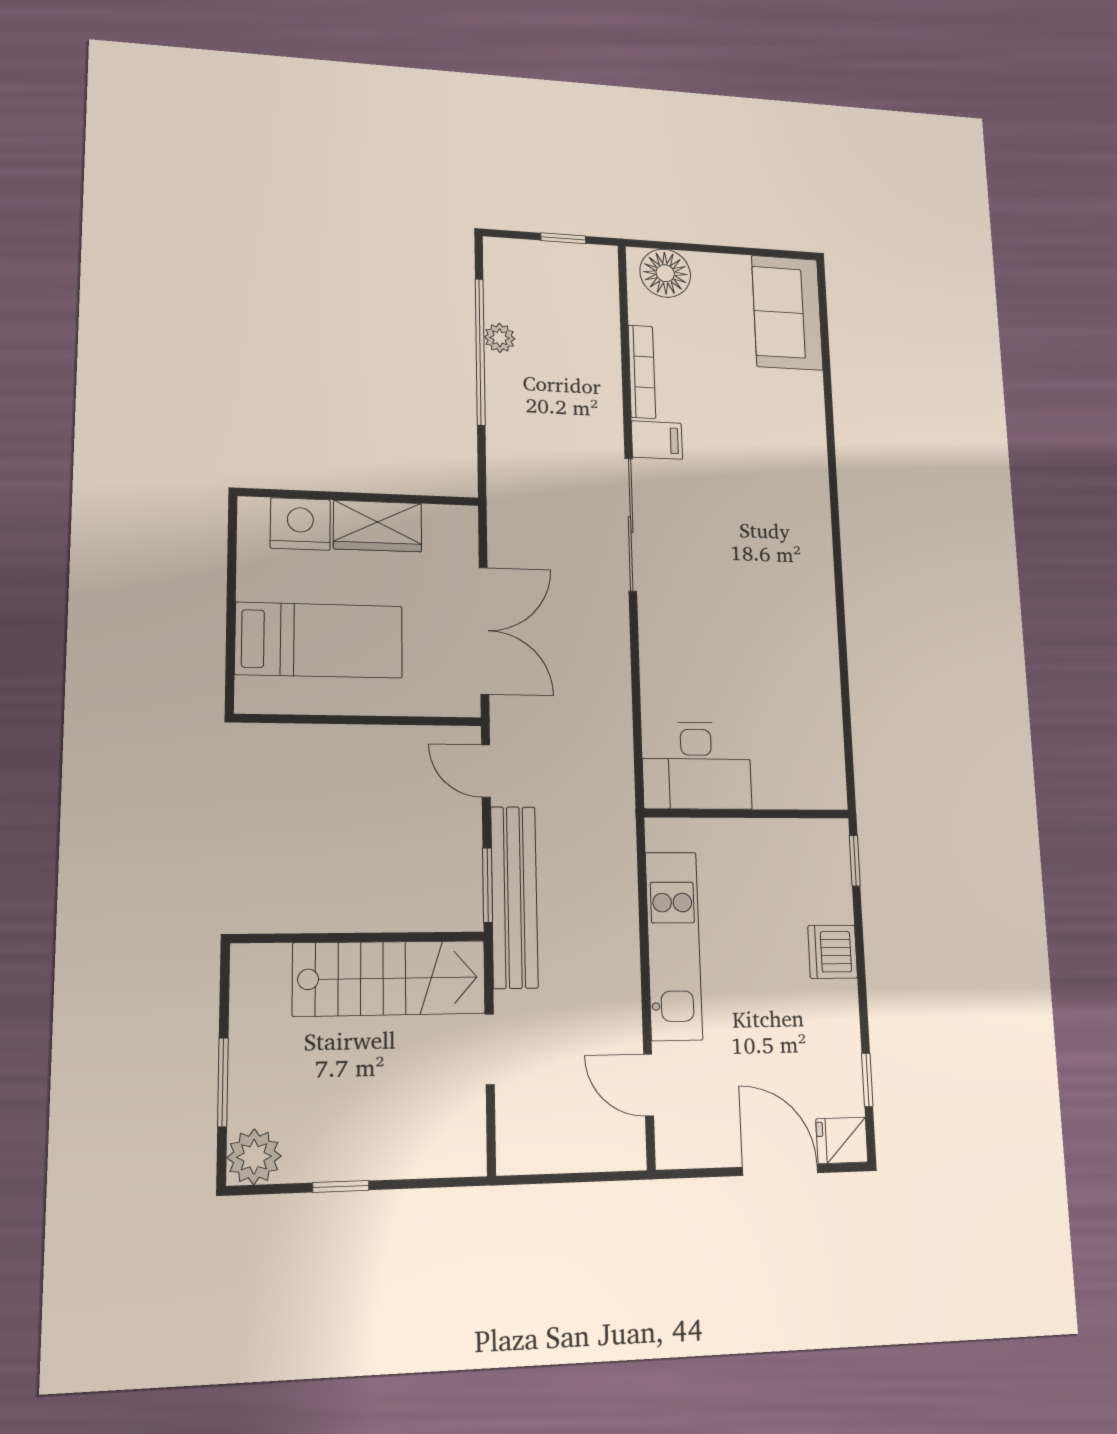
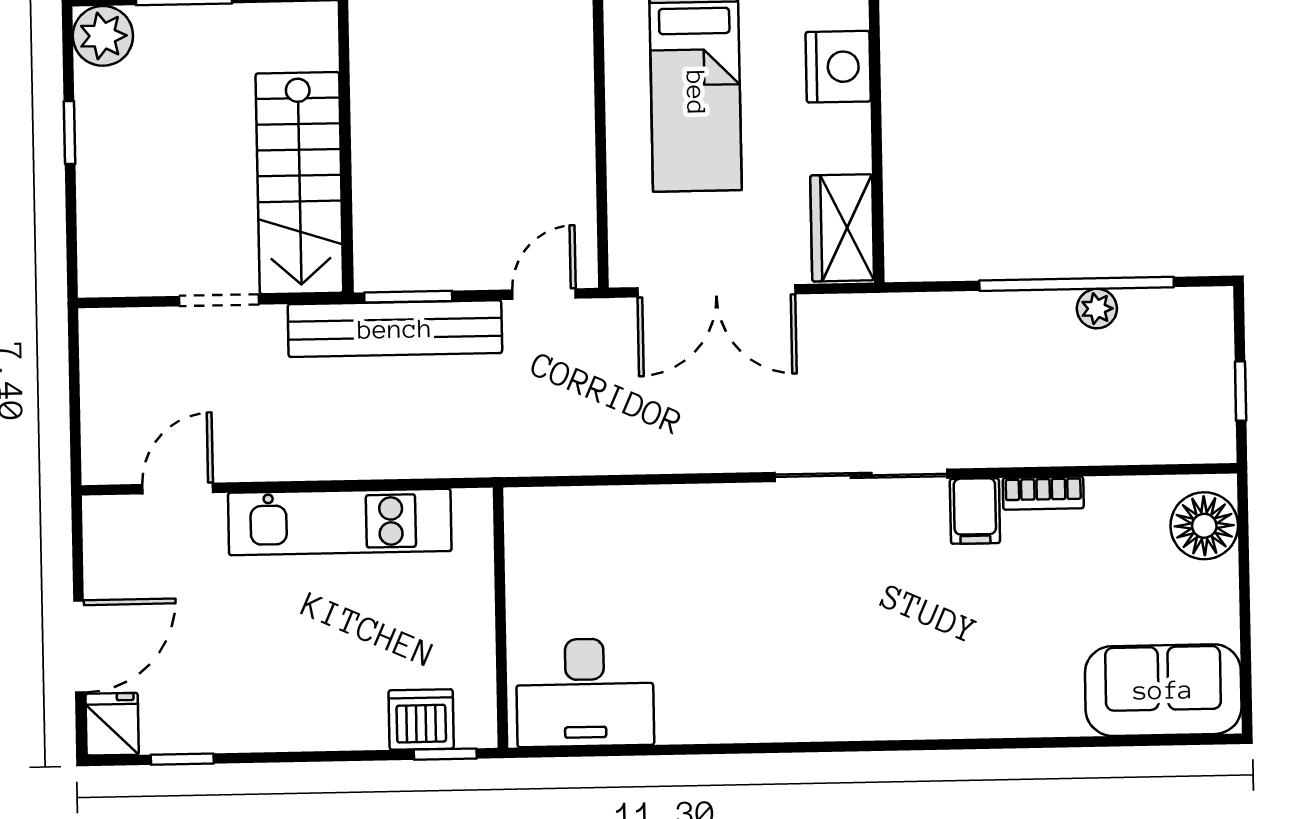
bookcase: (642, 372) -> (1043, 493), width x0.64
wardrobe: (378, 526) -> (842, 228), moved
desk: (697, 766) -> (585, 693), moved, turned -90
dishwasher: (833, 952) -> (421, 719), moved

